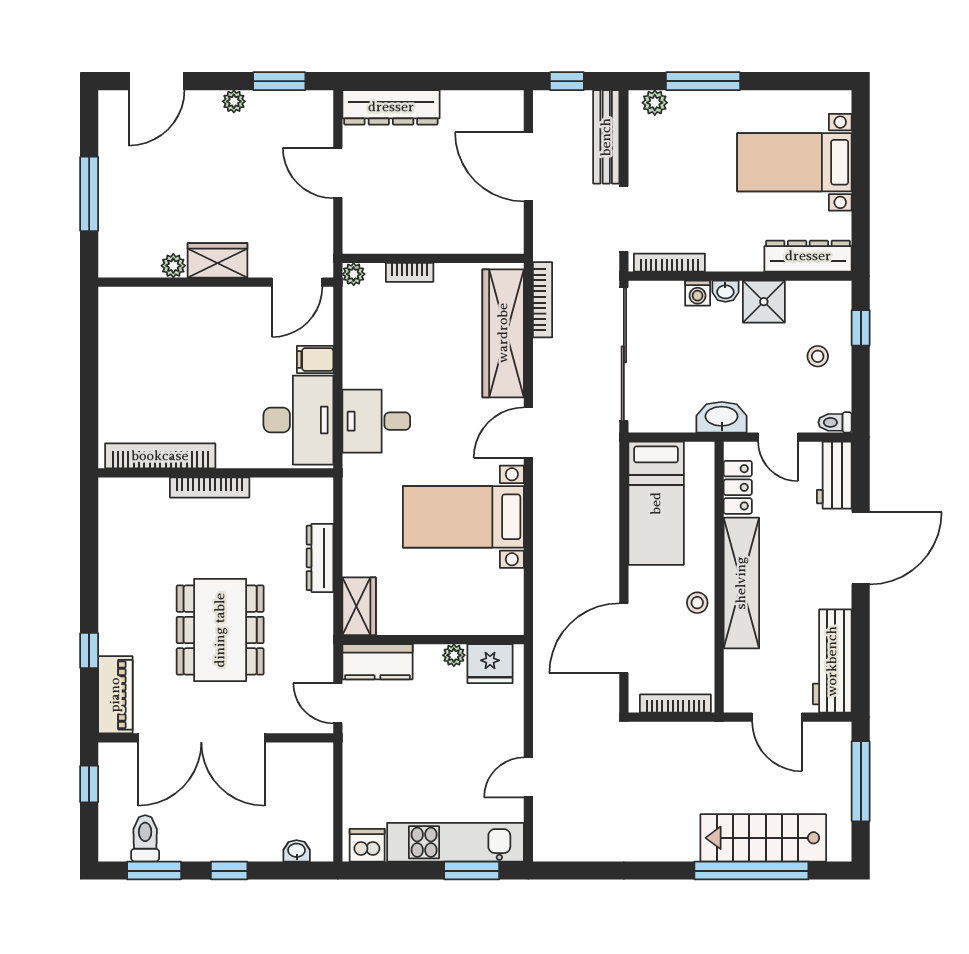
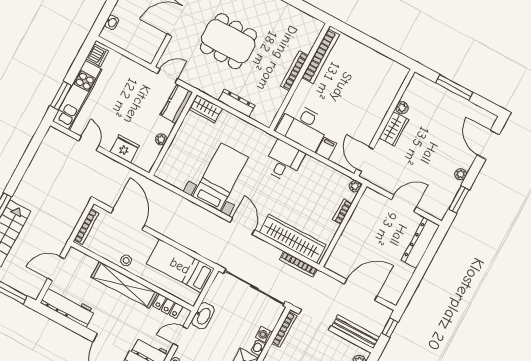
fridge: (490, 664) -> (125, 149), moved, turned 90

